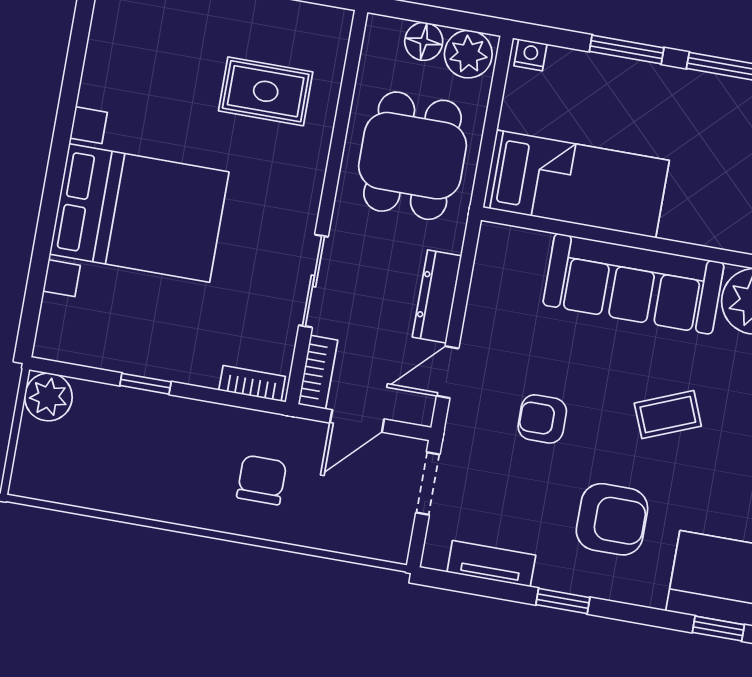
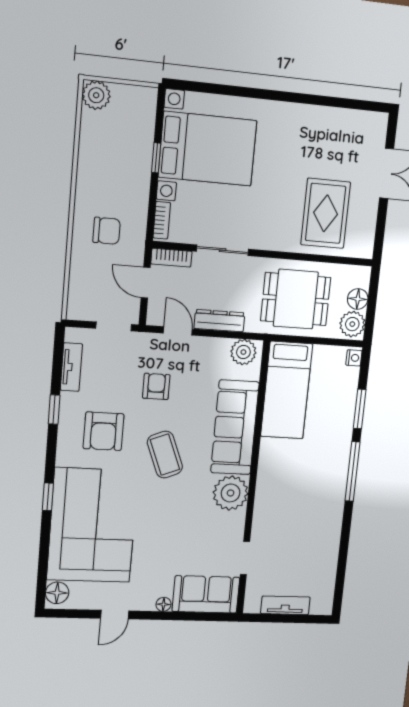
rug: (266, 91) -> (326, 213), width x1.36, depth x1.43
bed with nightstands: (139, 213) -> (208, 149), moved, turned -90
plant: (498, 258) -> (243, 352), added
plant: (48, 397) -> (96, 95), moved
coffee table: (668, 415) -> (165, 455), width x1.36, depth x1.30

